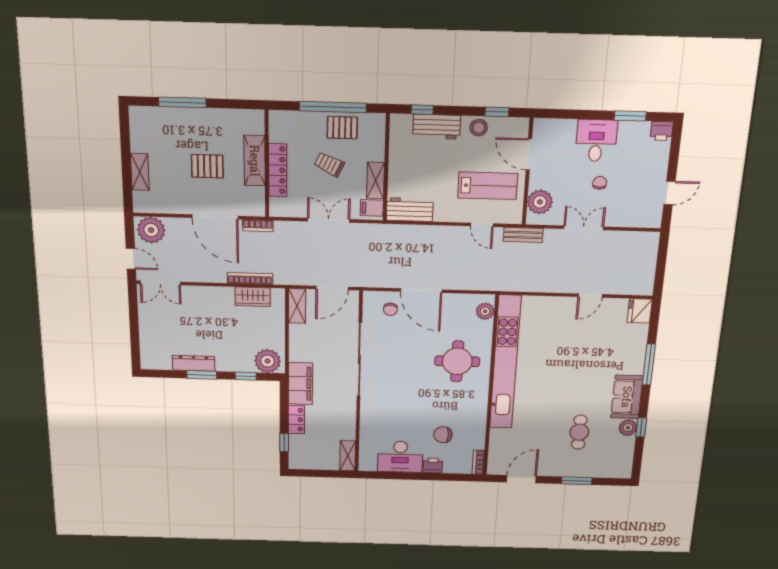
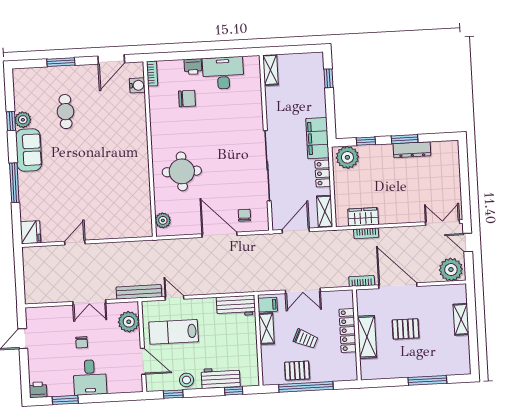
bench: (523, 235) -> (139, 292), width x1.36
bookcase: (250, 278) -> (366, 233), width x0.64
kitchen unit: (505, 363) -> (140, 174), removed
locker: (296, 420) -> (323, 174), moved
water cooler: (496, 452) -> (137, 85), added

